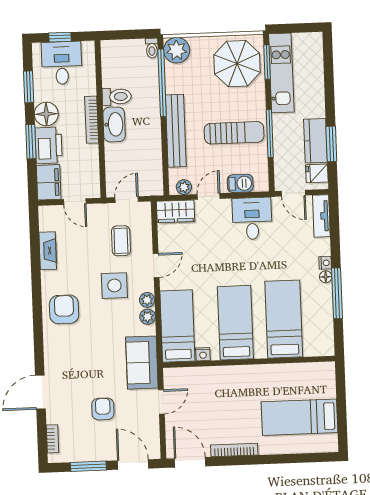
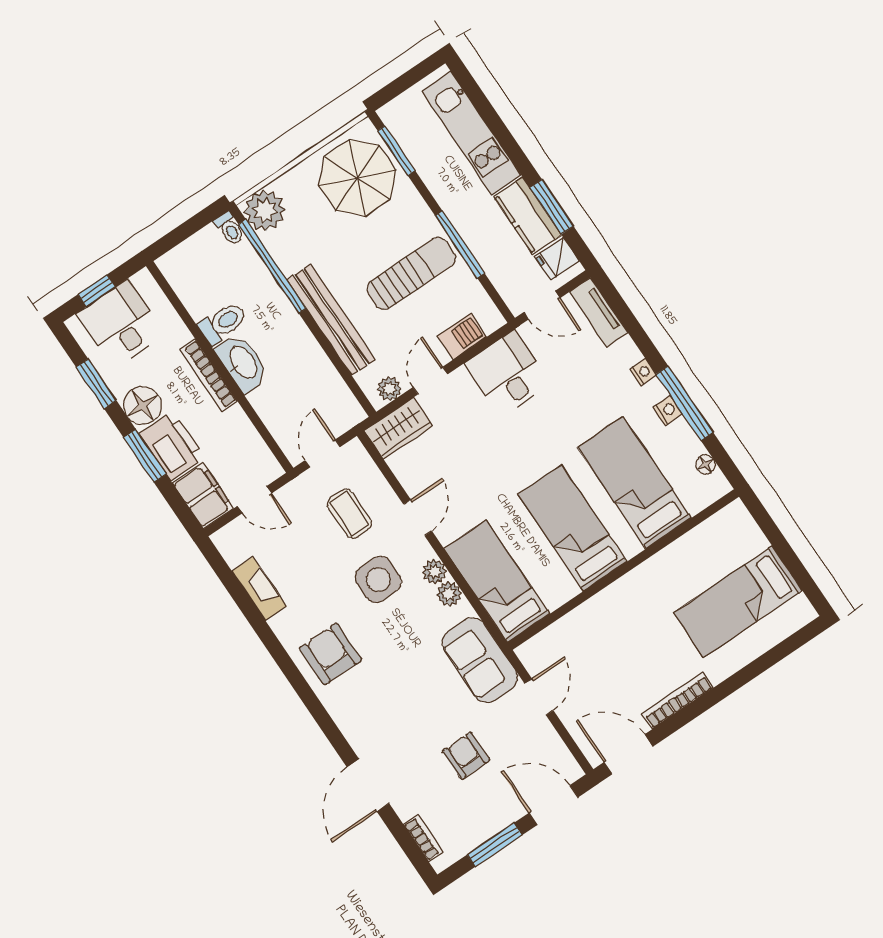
kitchen unit: (281, 73) -> (471, 133), moved, turned 180
floor lamp: (326, 277) -> (705, 464), moved
nightstand: (203, 354) -> (668, 410), moved, turned -90

